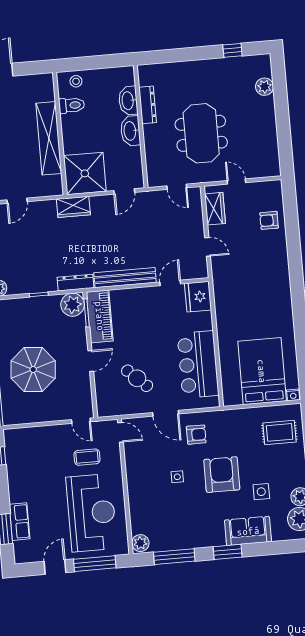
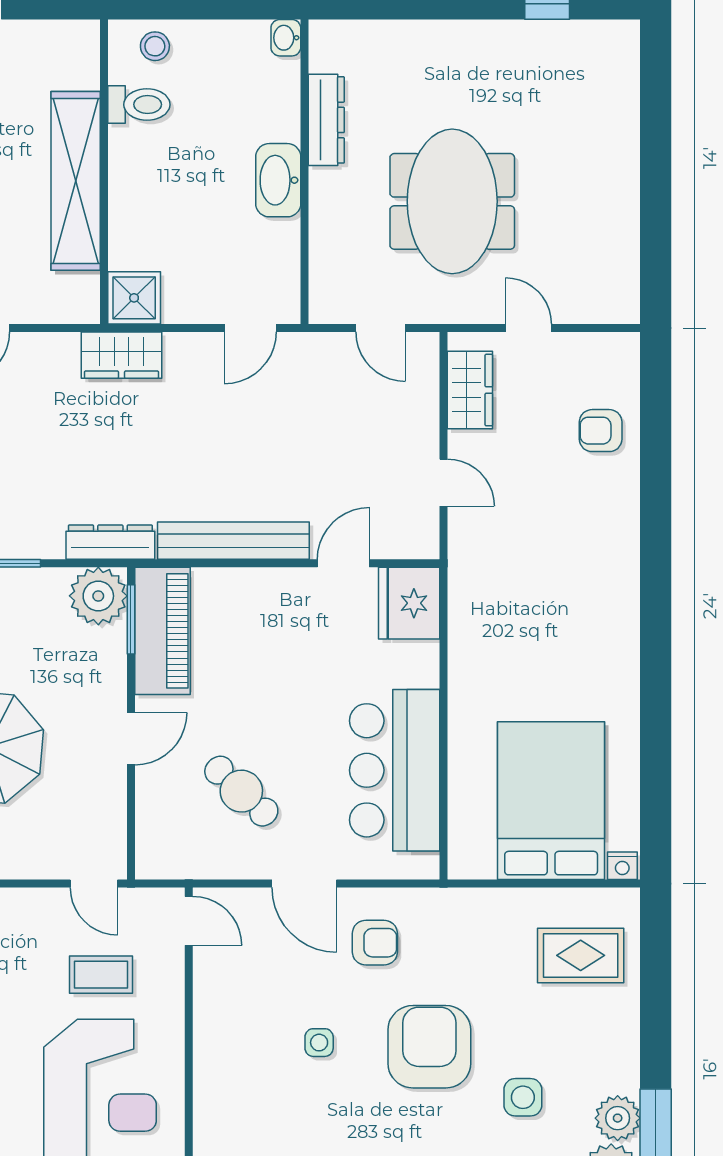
plant: (265, 87) -> (618, 100), removed
washbasin: (128, 101) -> (286, 38), moved, width x0.52, depth x0.69
shower: (85, 173) -> (134, 298), width x0.54, depth x0.54

